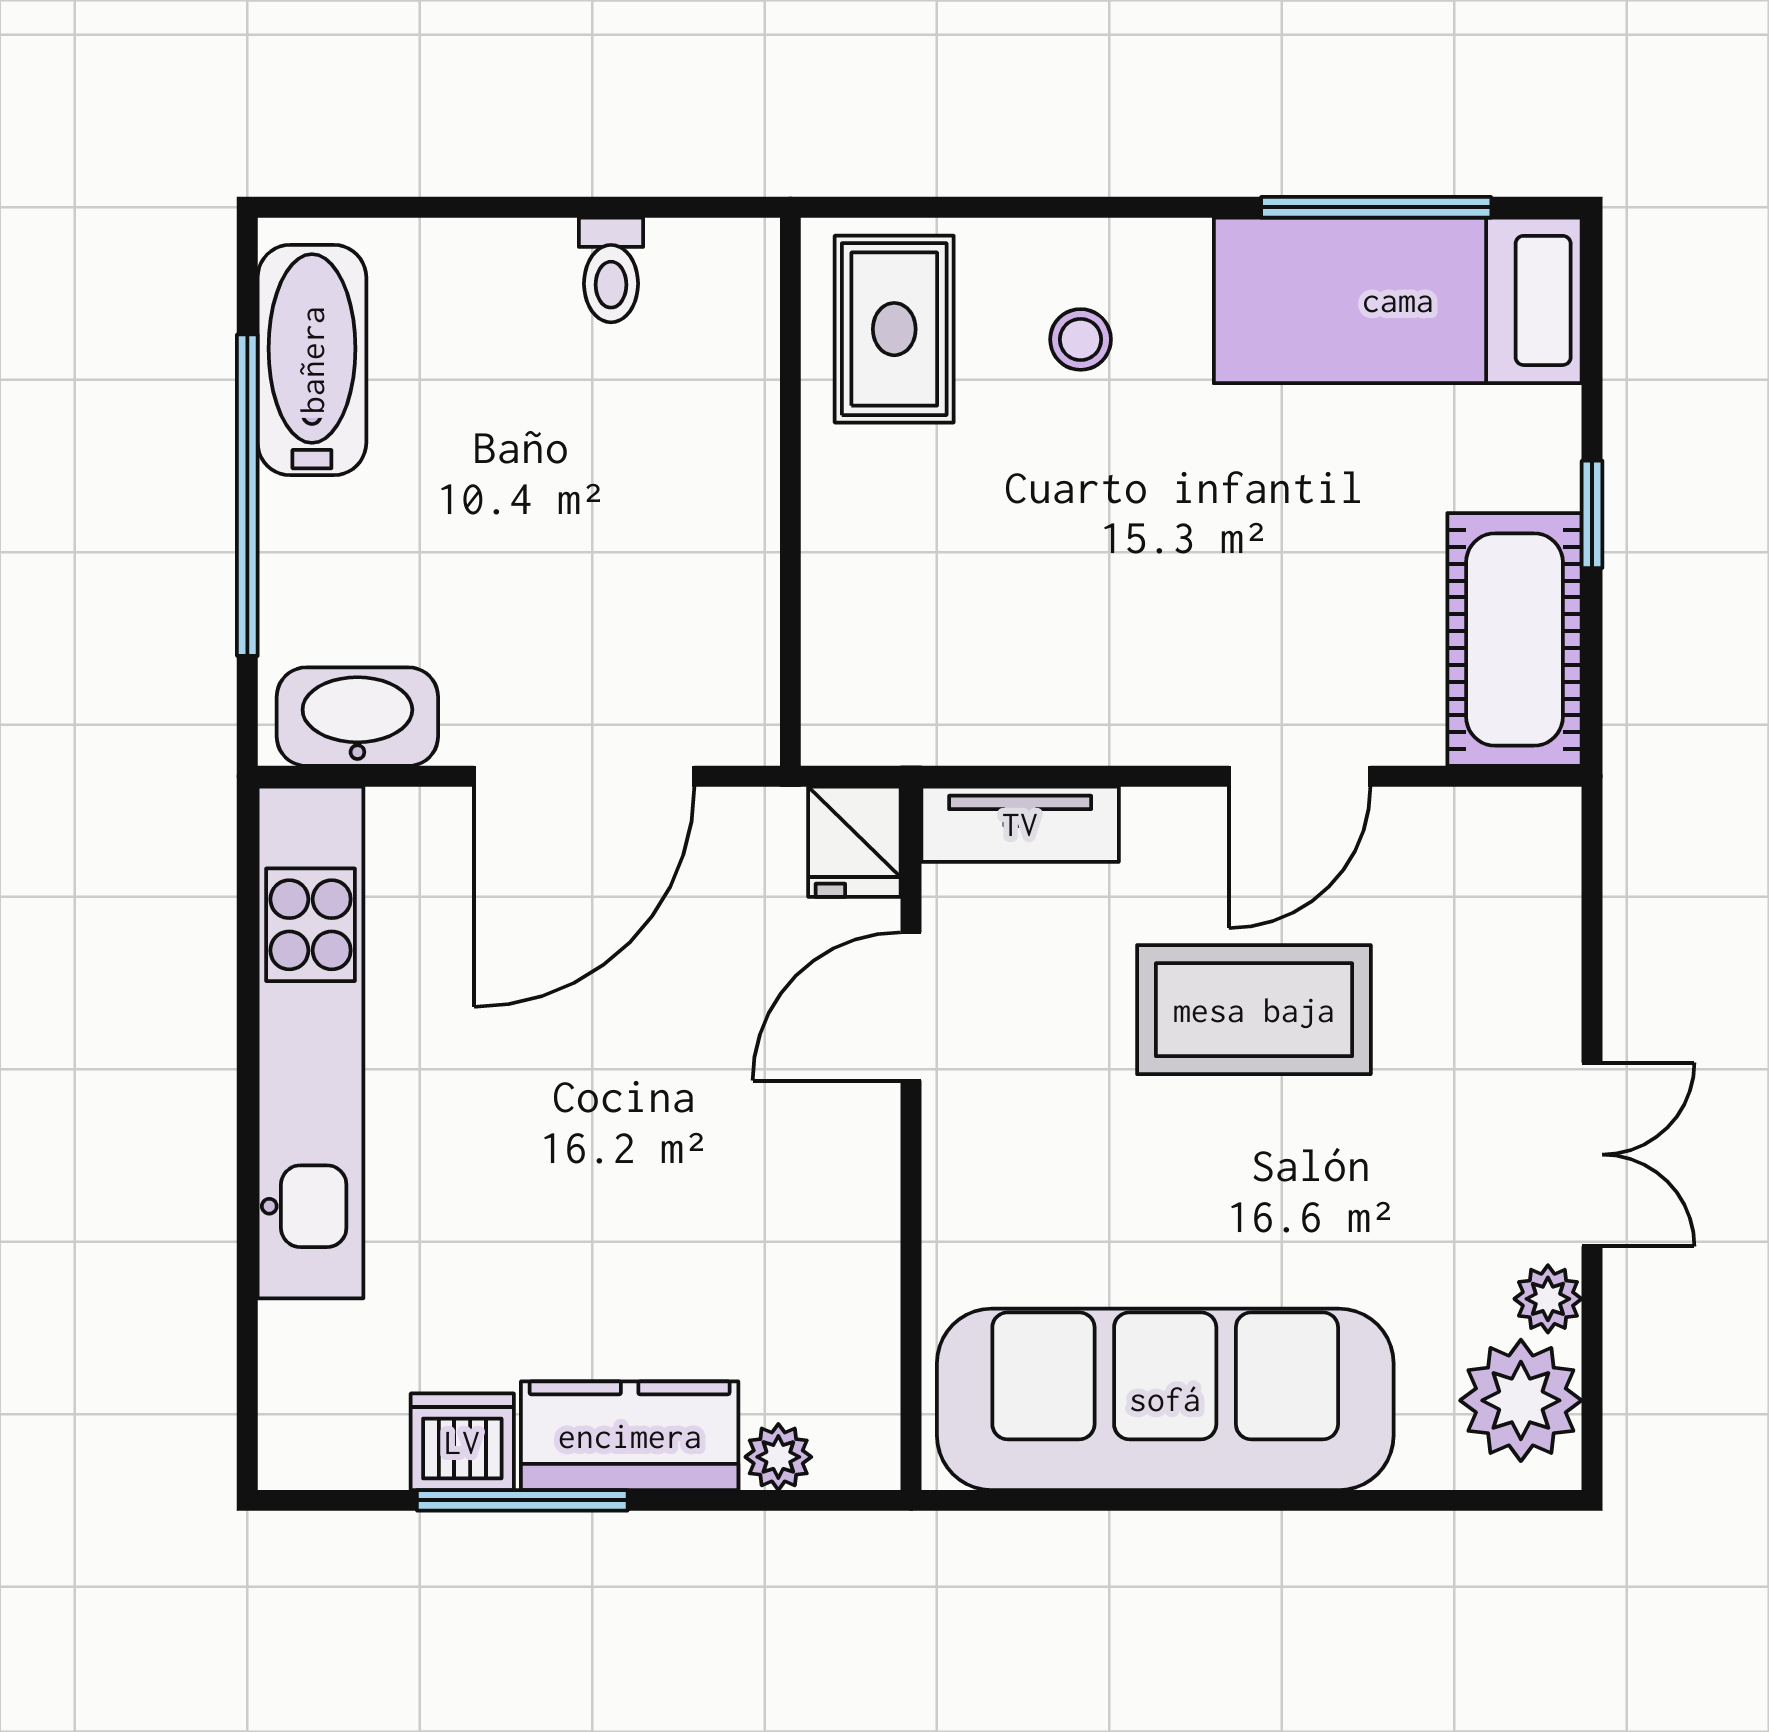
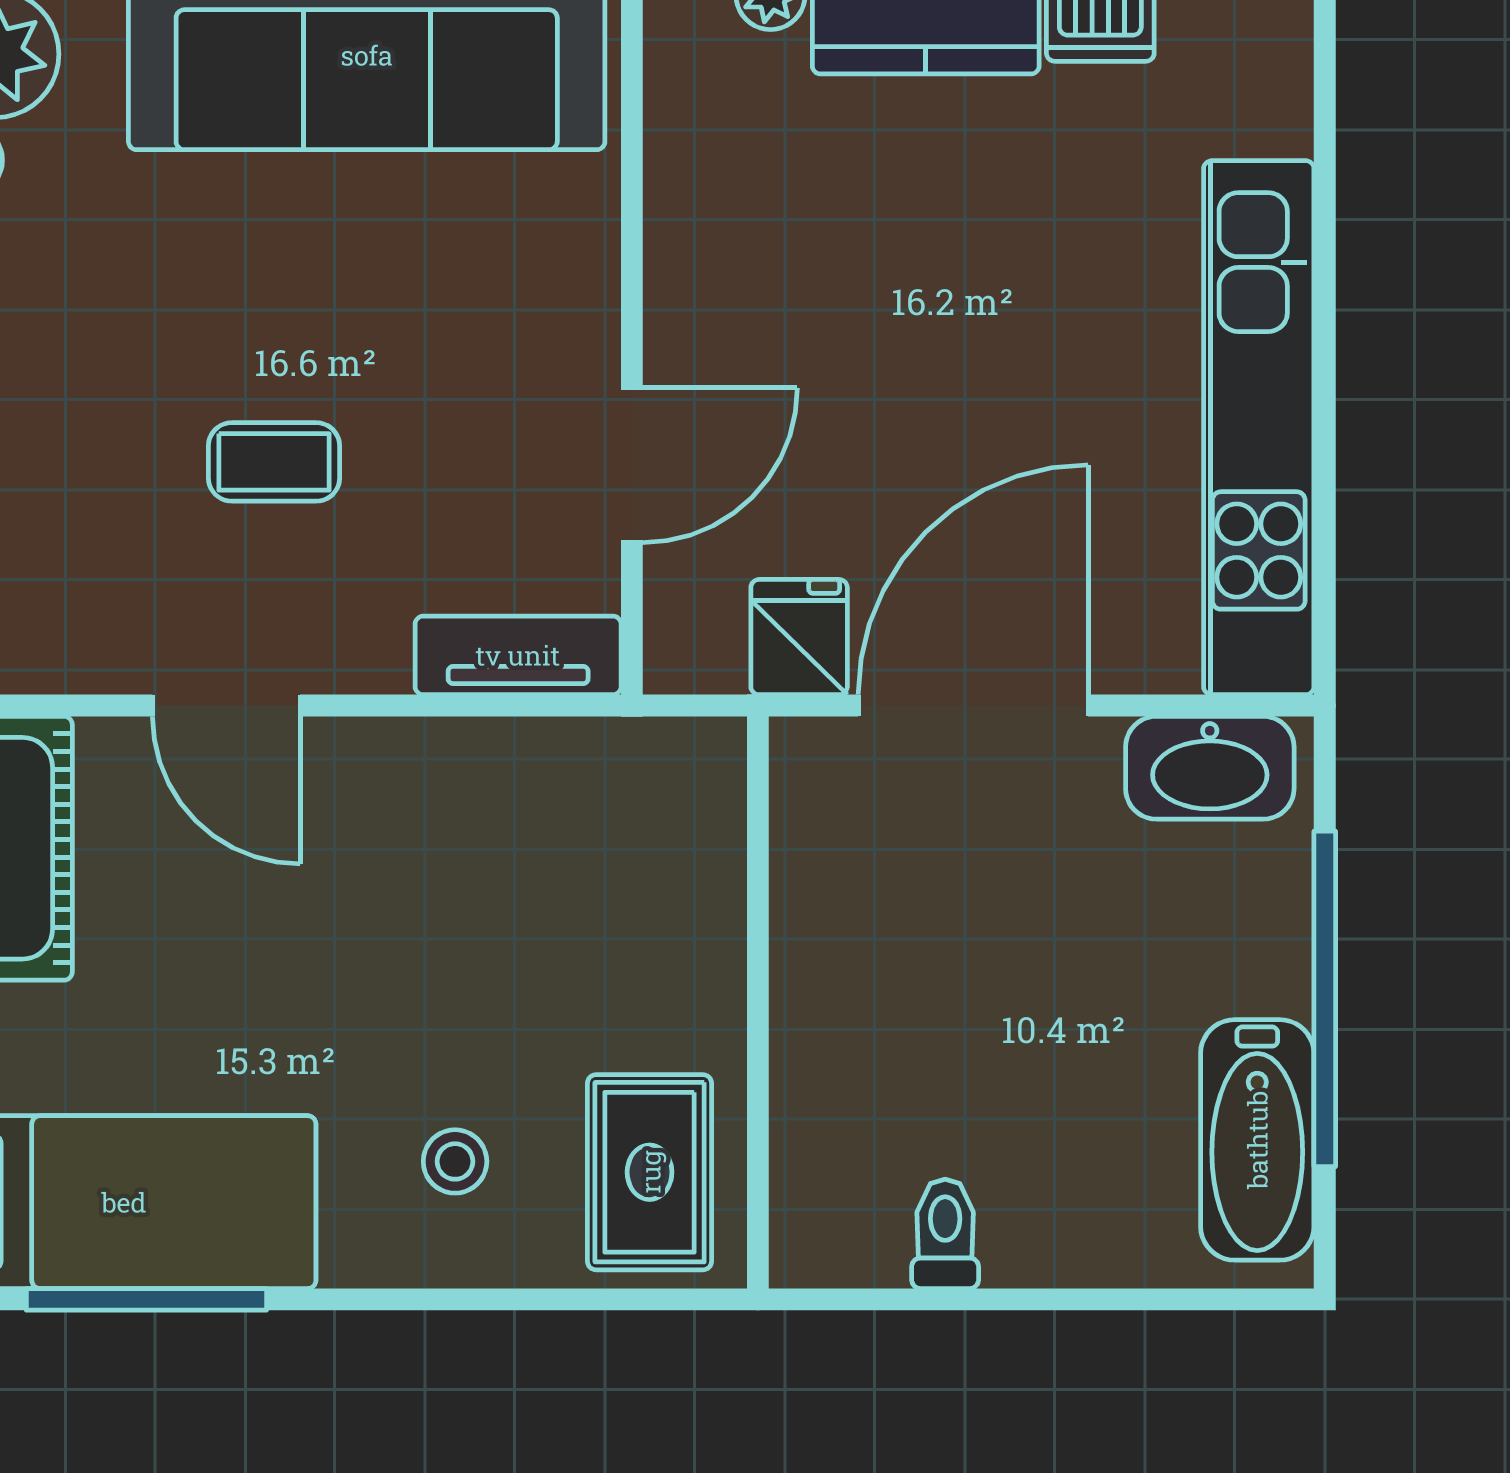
door: (1300, 776) -> (226, 705), swing flipped
fridge: (854, 842) -> (799, 637), moved
coffee table: (1254, 1010) -> (274, 462), width x0.54, depth x0.58

